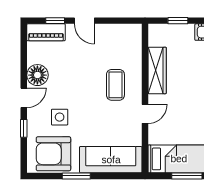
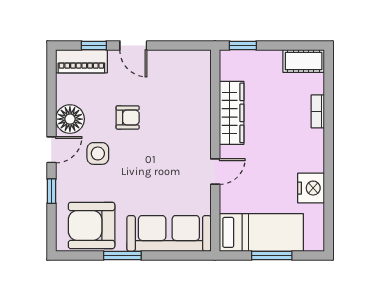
window: (178, 21) -> (243, 46), moved
armchair: (80, 74) -> (128, 117), added
coffee table: (115, 85) -> (175, 132), removed
side table: (60, 117) -> (98, 153), moved

